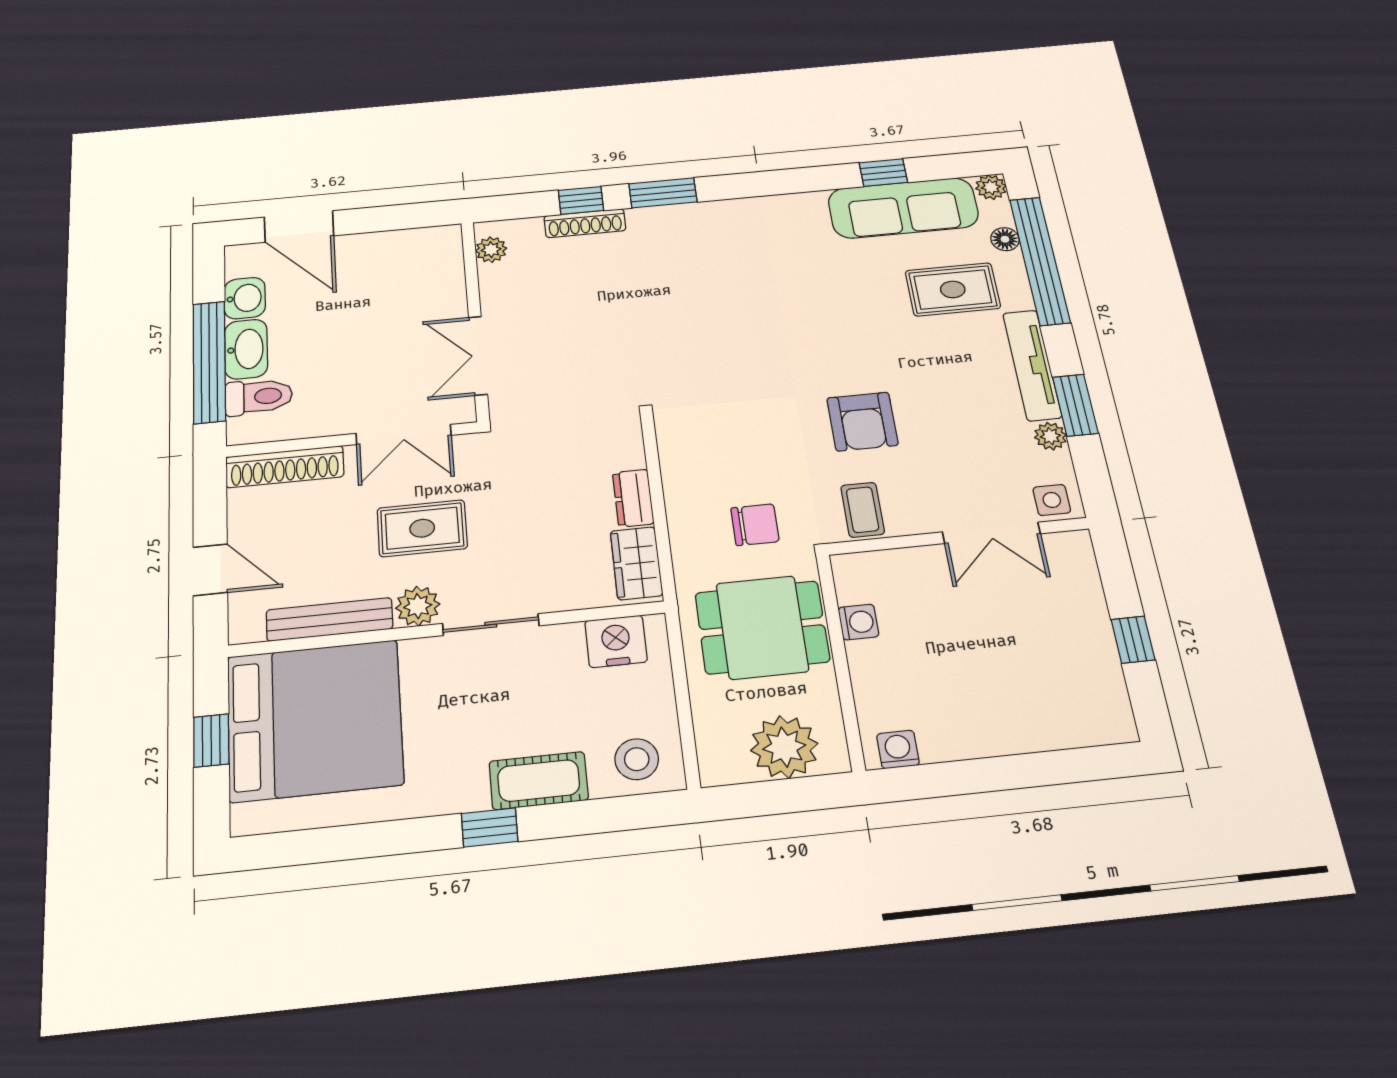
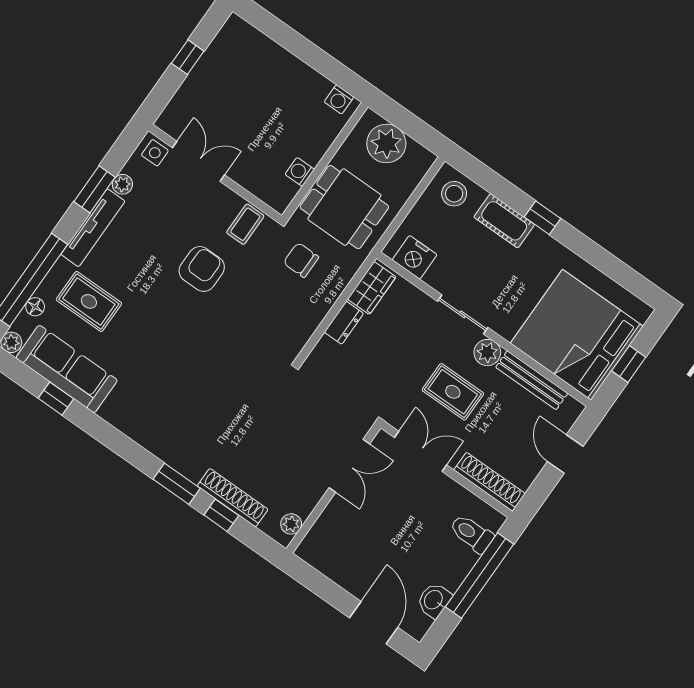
shoe rack: (585, 223) -> (233, 498), width x1.36, depth x1.24
washbasin: (246, 349) -> (456, 568), removed

